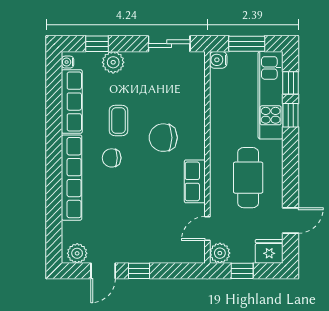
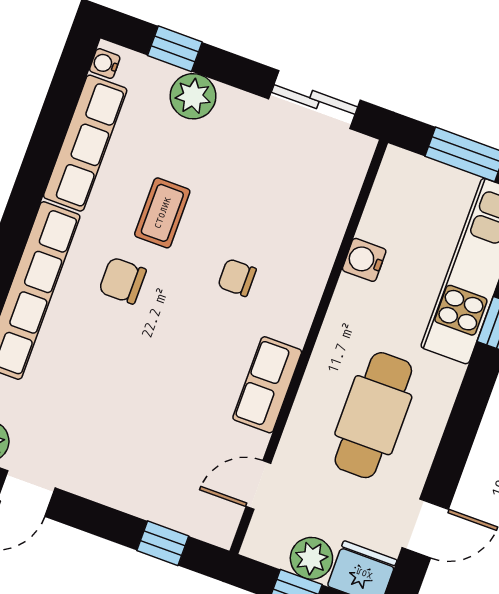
water cooler: (218, 60) -> (364, 260), moved
chair: (163, 138) -> (237, 278), width x0.54, depth x0.54
plant: (220, 253) -> (311, 558), moved
window: (139, 271) -> (163, 543), moved

